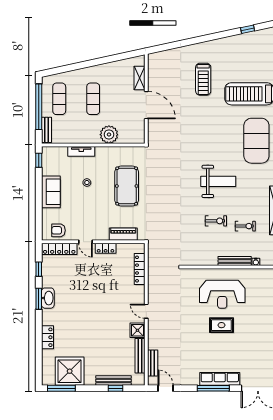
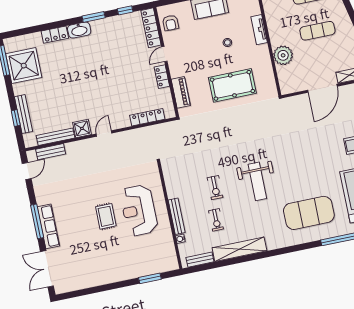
armchair: (58, 230) -> (171, 23), turned 180
washbasin: (48, 298) -> (79, 30), moved

